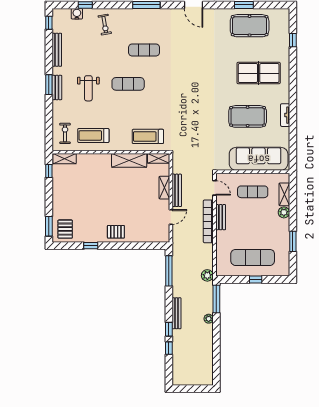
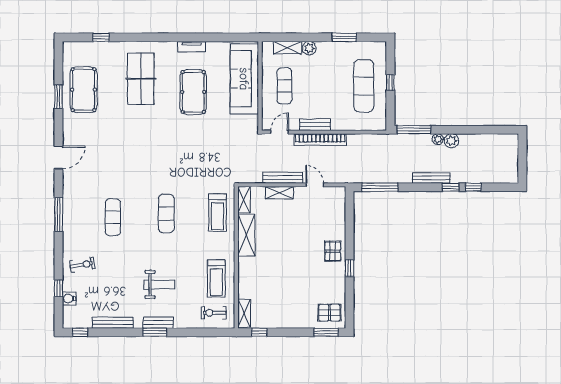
exercise mat: (128, 84) -> (166, 213), moved
window: (91, 246) -> (350, 268), moved
plant: (207, 275) -> (451, 141), moved

